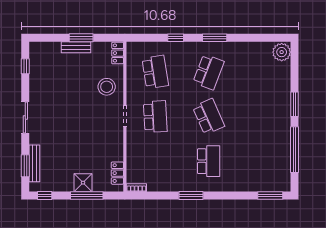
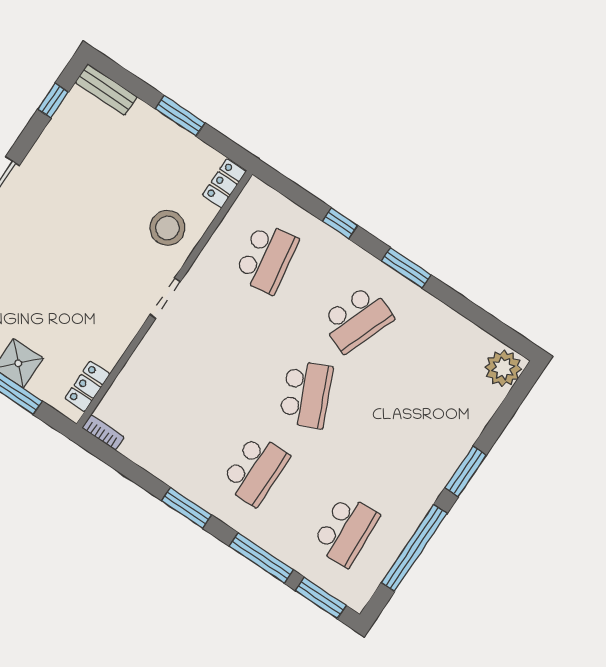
bench: (76, 47) -> (106, 89), moved
school desk: (155, 117) -> (346, 531), moved
window: (235, 195) -> (261, 558), added

